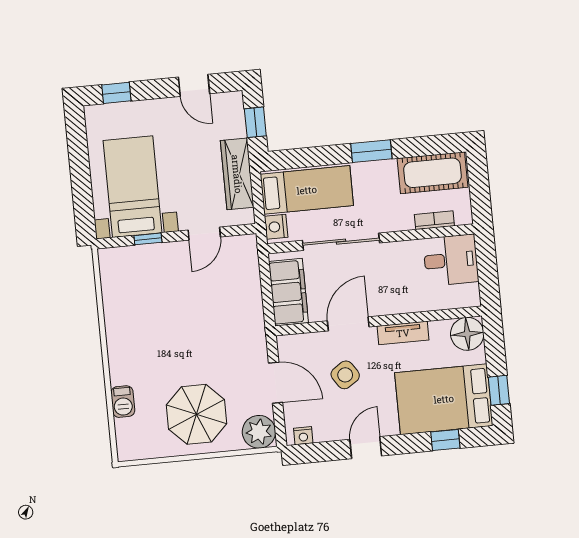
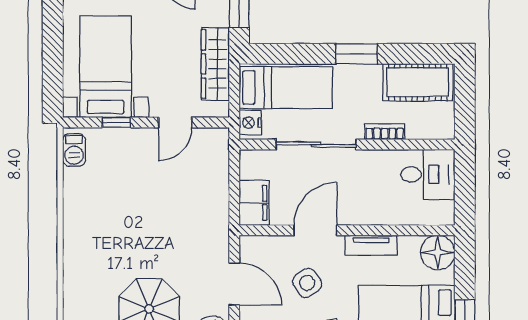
bookcase: (434, 220) -> (385, 132), moved
filing cabinet: (289, 292) -> (254, 203), width x0.67, depth x0.86
barbecue: (123, 402) -> (74, 150), moved

